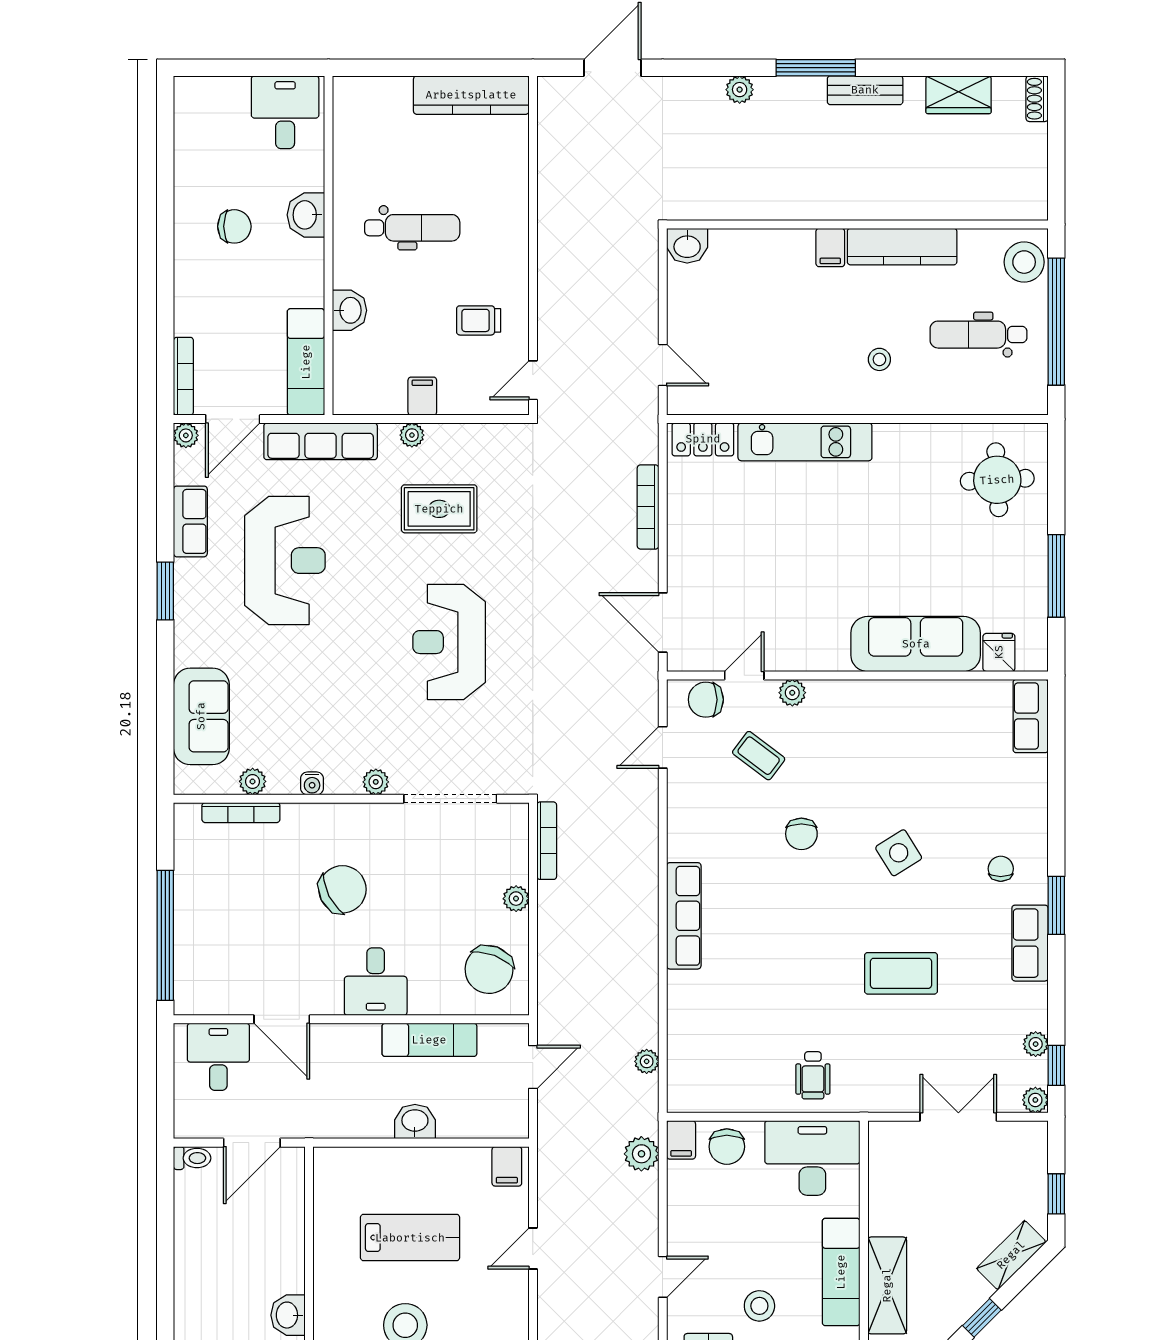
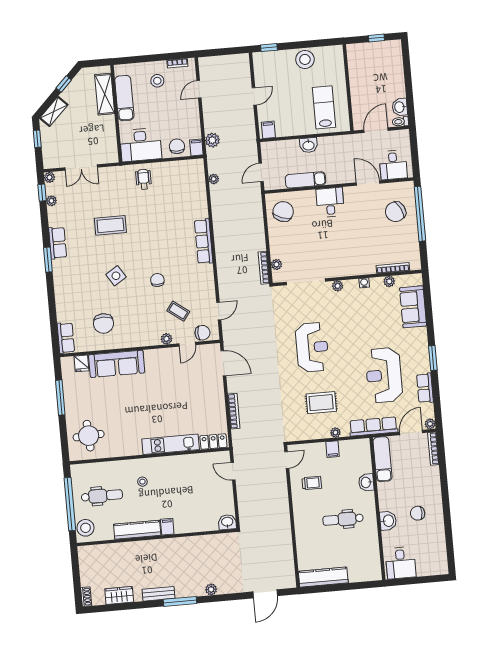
chair: (1001, 869) -> (103, 324), moved, width x1.87, depth x1.87
chair: (342, 889) -> (396, 212), moved
plant: (516, 899) -> (276, 264), moved
lab bench: (410, 1238) -> (324, 107), moved, turned 90
washbasin: (288, 1315) -> (400, 107), moved, turned 180

